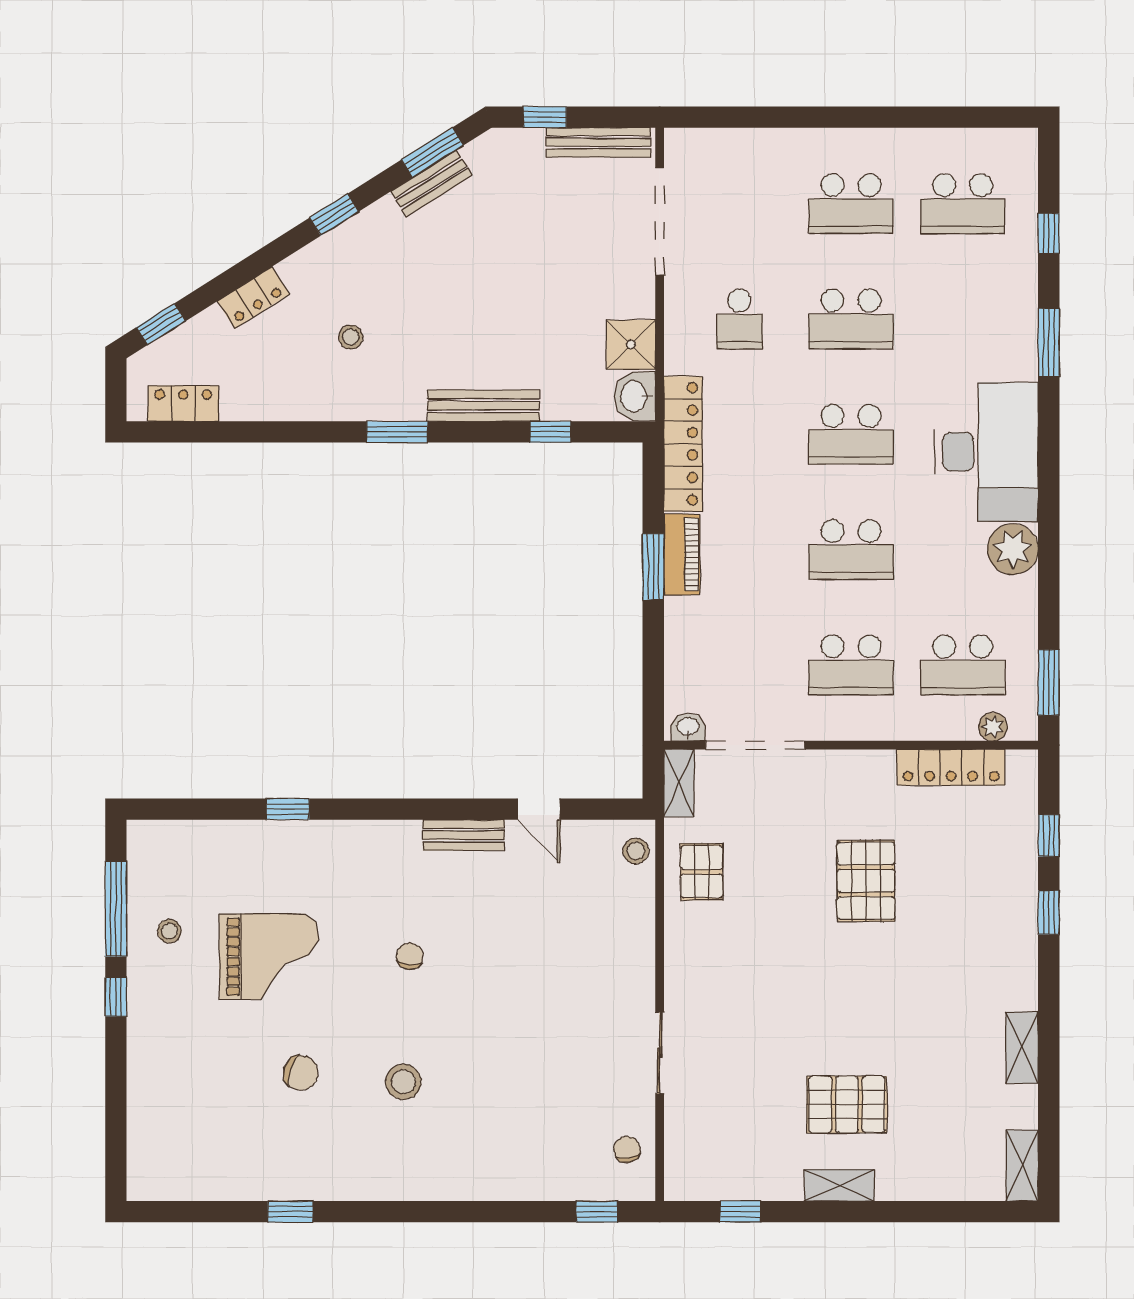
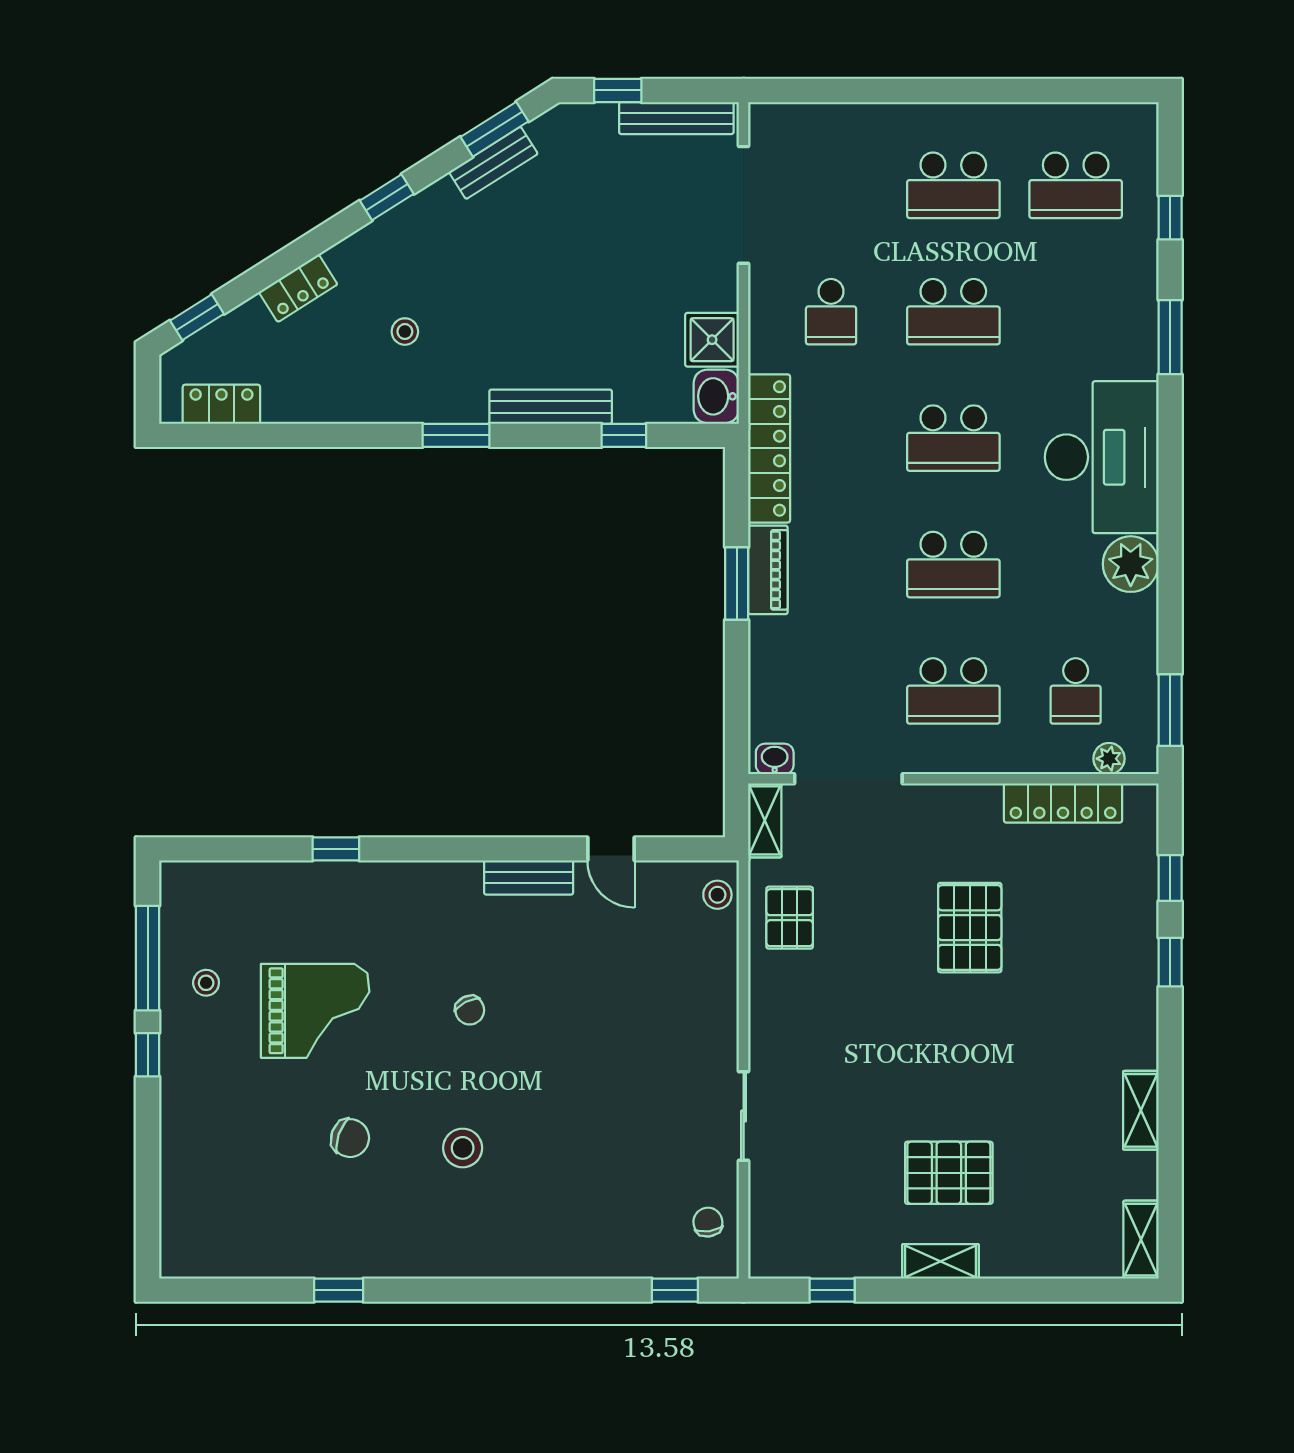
school desk: (963, 665) -> (1076, 691), width x0.54
chair: (410, 956) -> (470, 1010), turned 147

